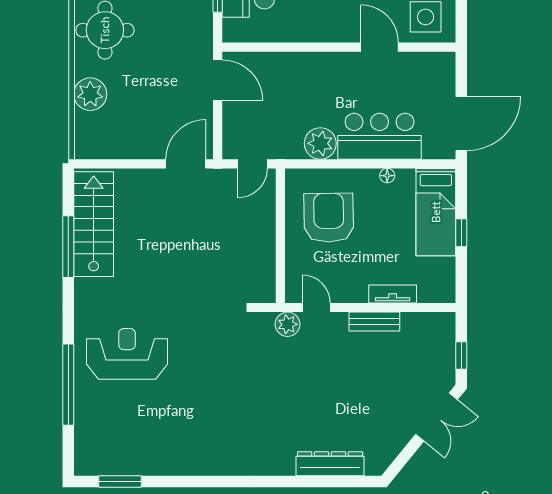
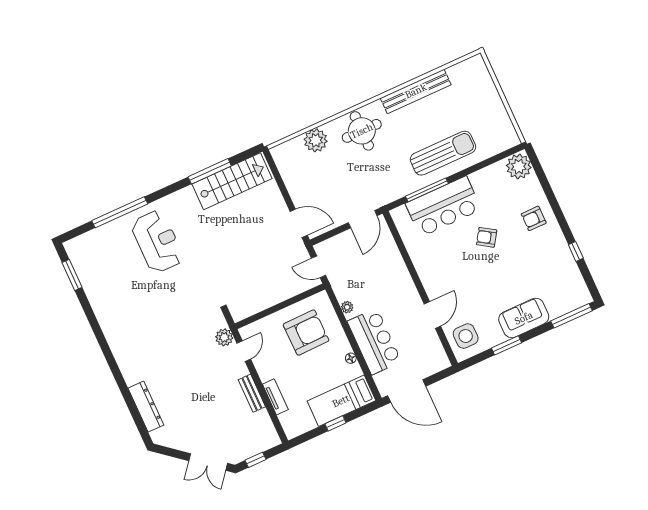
plant: (320, 143) -> (347, 307), width x0.53, depth x0.53

